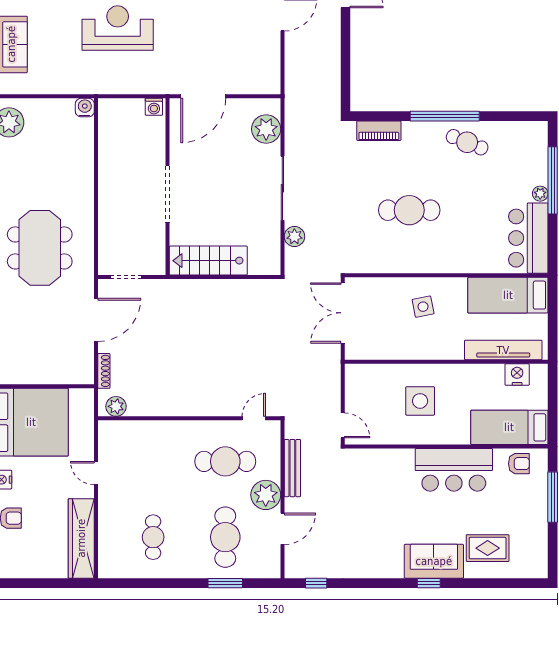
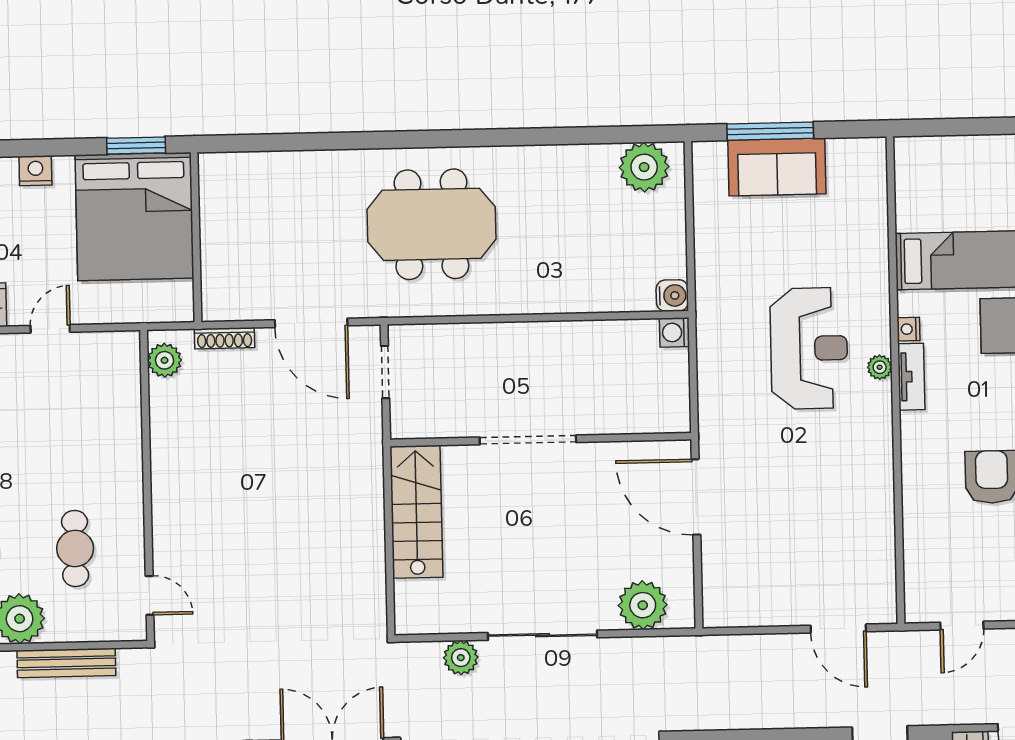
washing machine: (154, 107) -> (674, 332), moved
cafe table: (225, 461) -> (75, 548), width x0.73, depth x0.74

